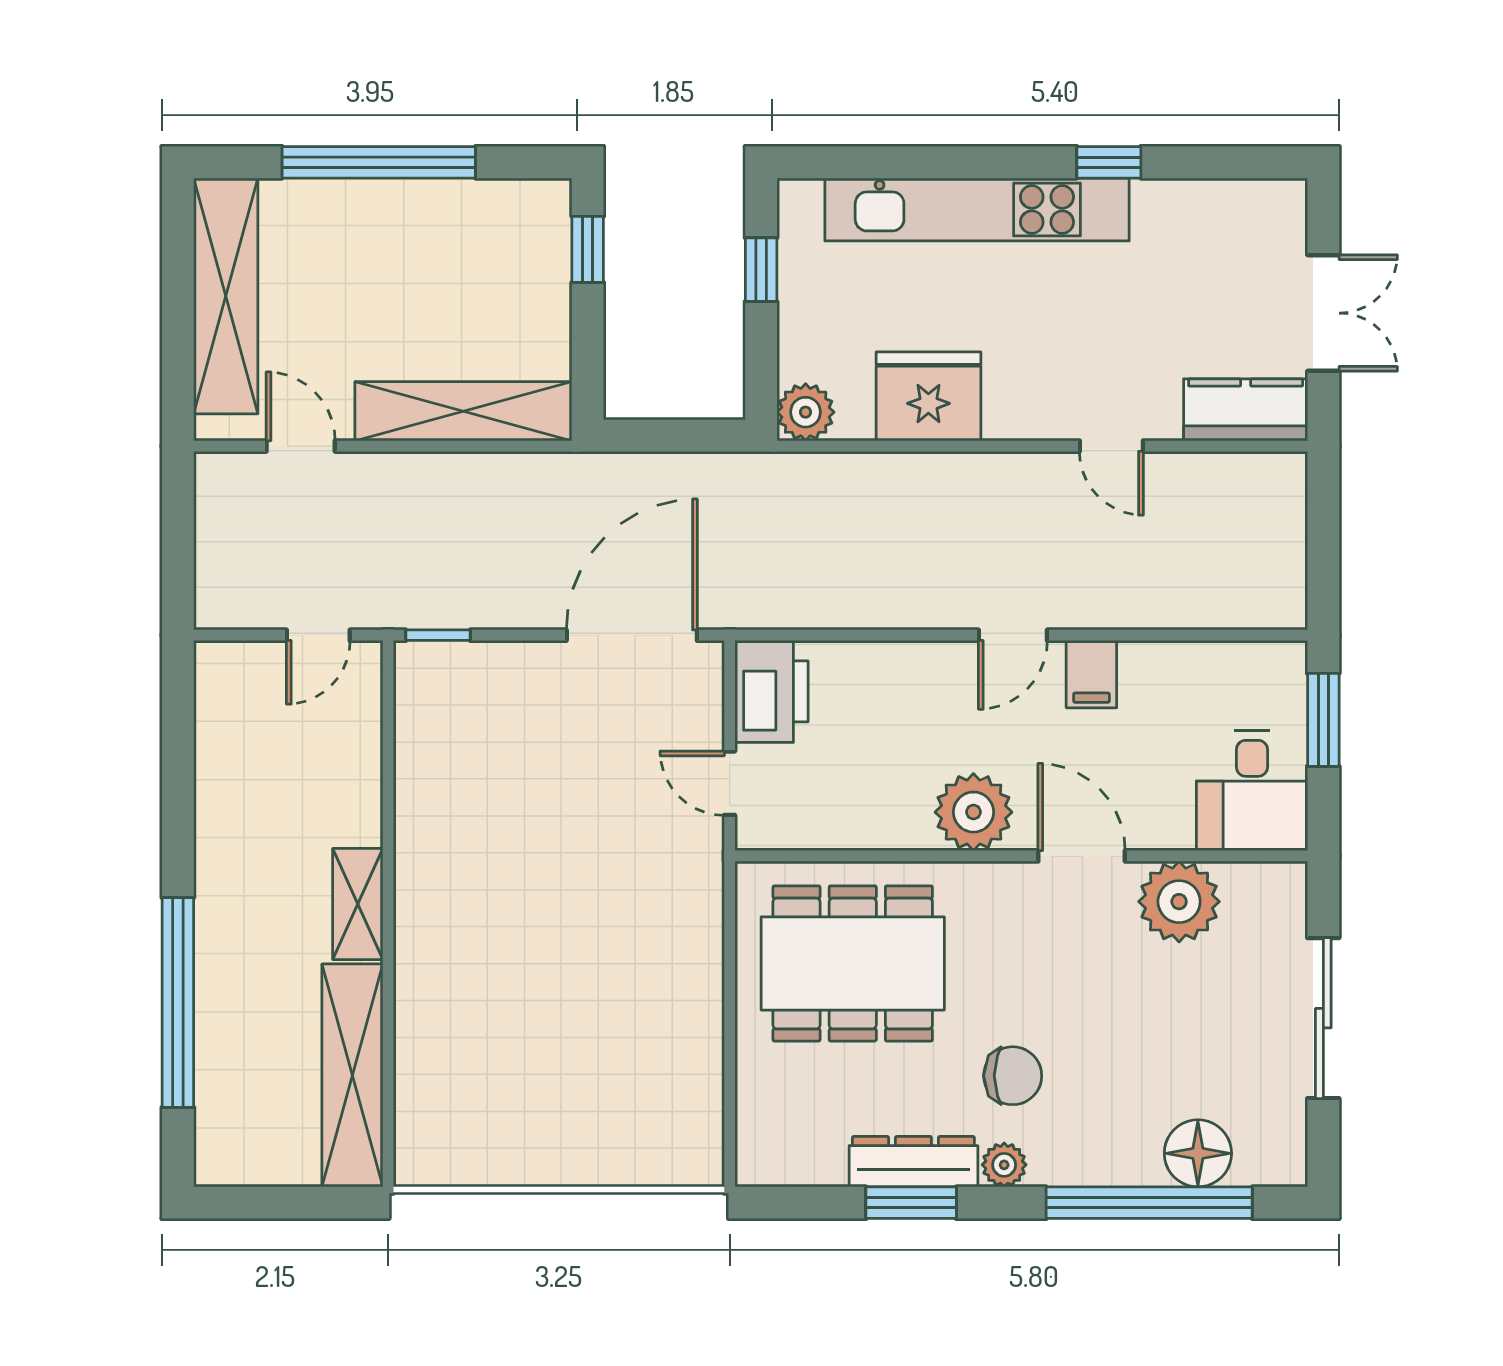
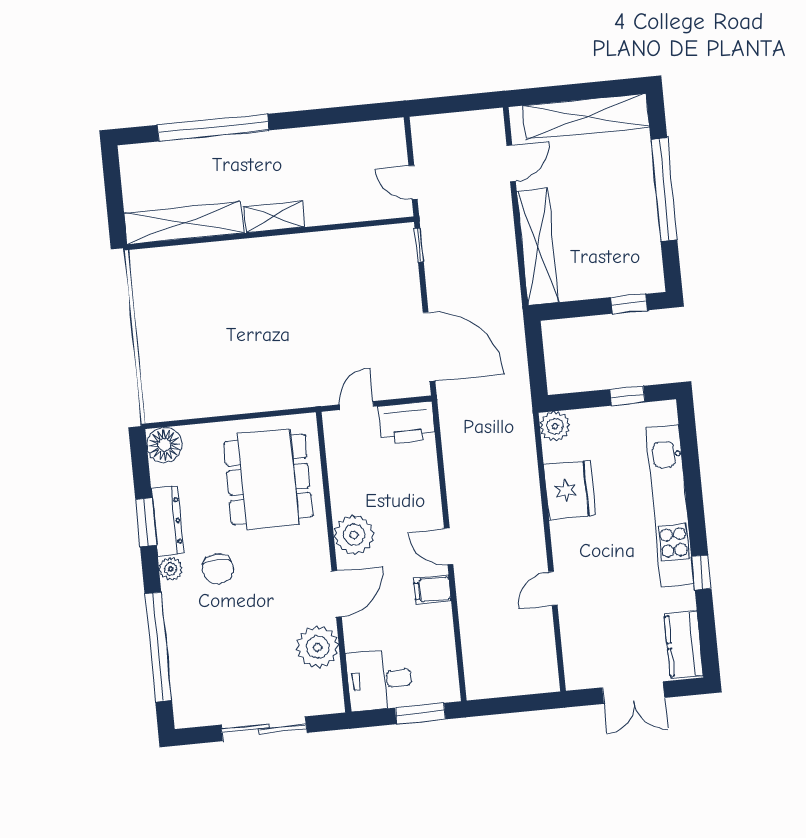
kitchen counter: (1246, 410) -> (684, 645), moved, turned 180
floor lamp: (1198, 1153) -> (165, 445), moved

